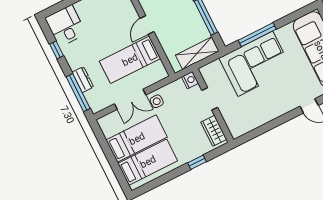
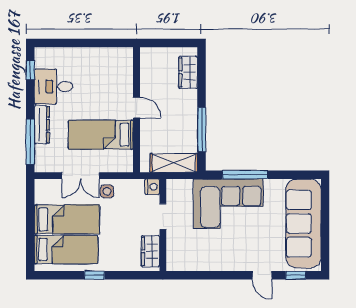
door: (147, 25) -> (137, 108), swing flipped
desk: (66, 26) -> (53, 86), moved, turned -90
window: (57, 50) -> (30, 70), moved
dresser: (83, 80) -> (42, 125), width x1.44
window: (197, 162) -> (94, 275), moved

